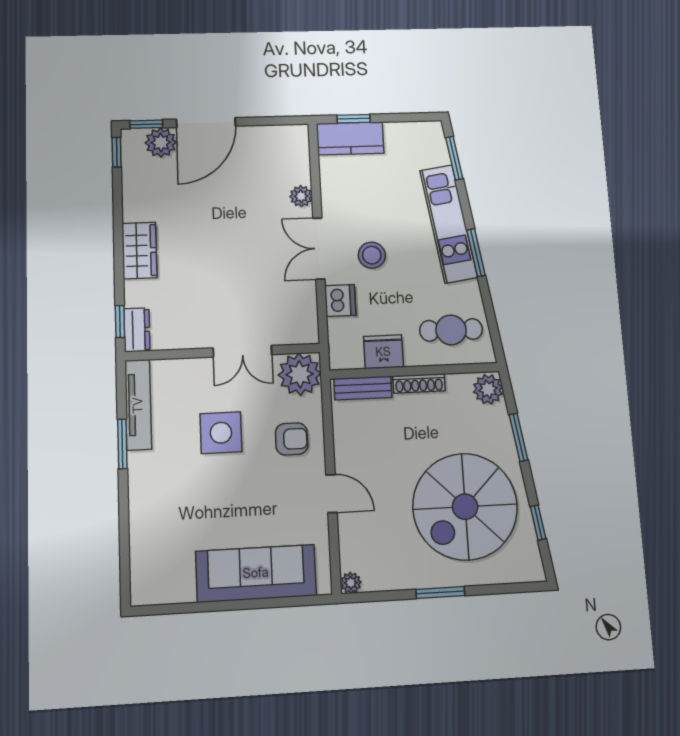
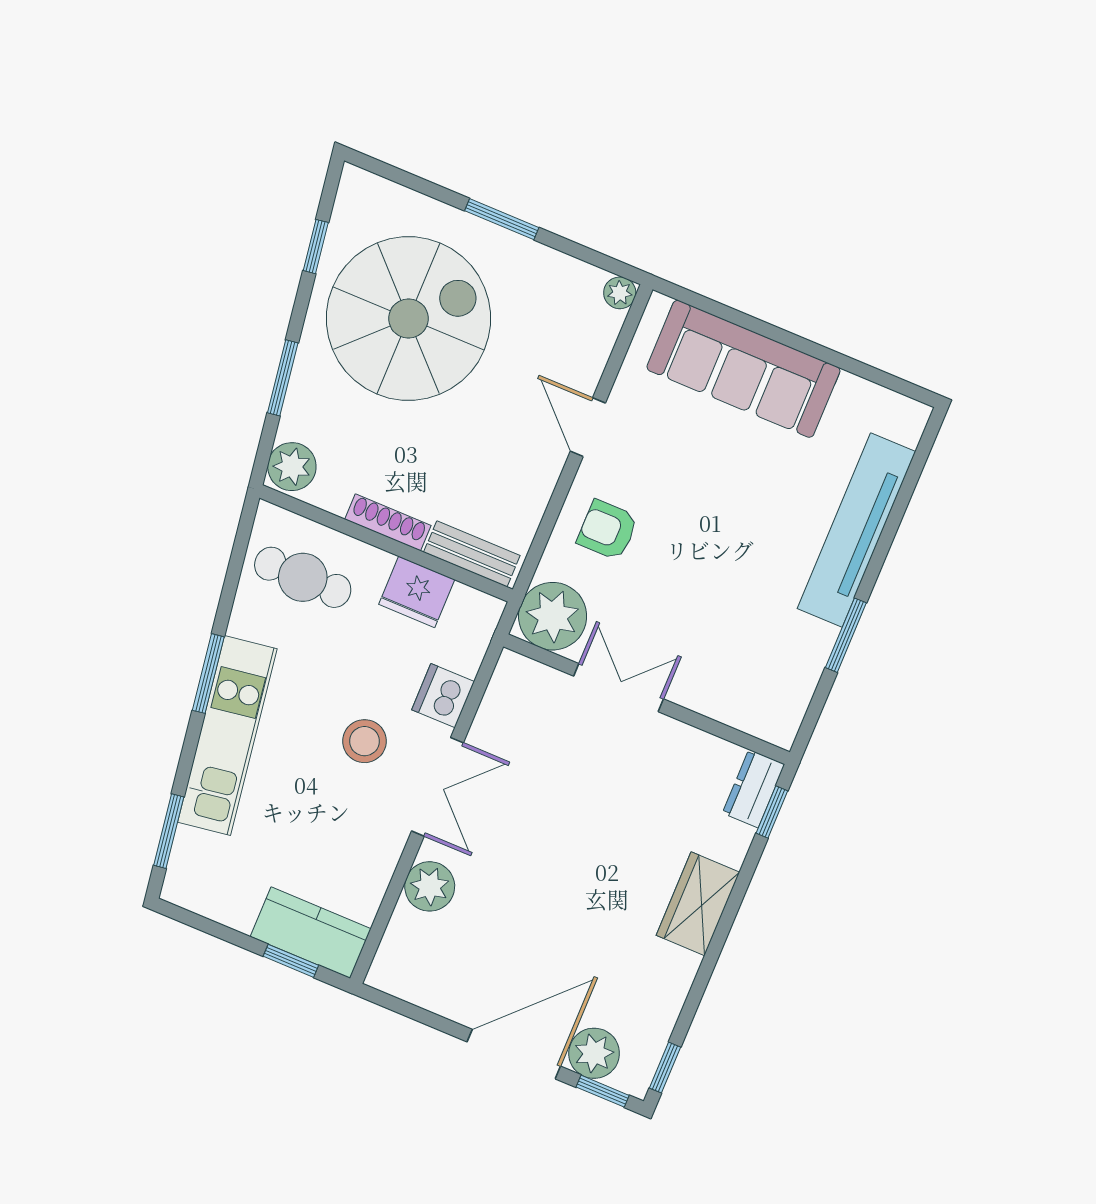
plant: (301, 196) -> (430, 886), width x1.38, depth x1.38
tv unit: (138, 405) -> (856, 530), moved, width x1.36, depth x1.29
side table: (221, 433) -> (702, 586), removed

